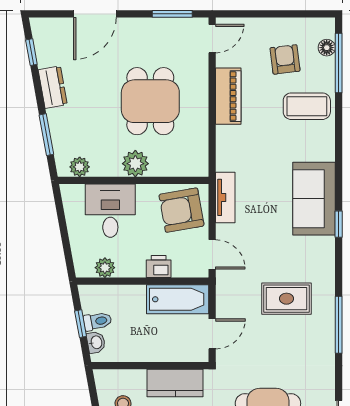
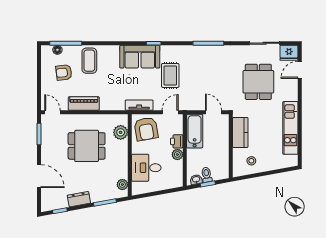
plant: (135, 164) -> (121, 132), moved
plant: (105, 268) -> (177, 155), moved
rug: (286, 299) -> (170, 75), moved
washbasin: (96, 342) -> (196, 180), moved

